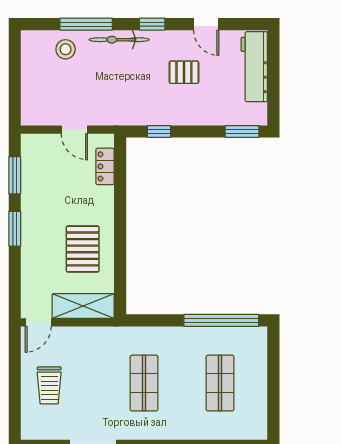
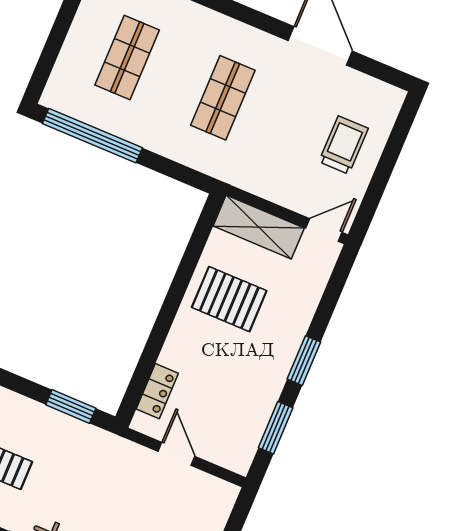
window: (159, 132) -> (71, 407), width x1.50
pallet: (83, 249) -> (229, 299), turned 90

